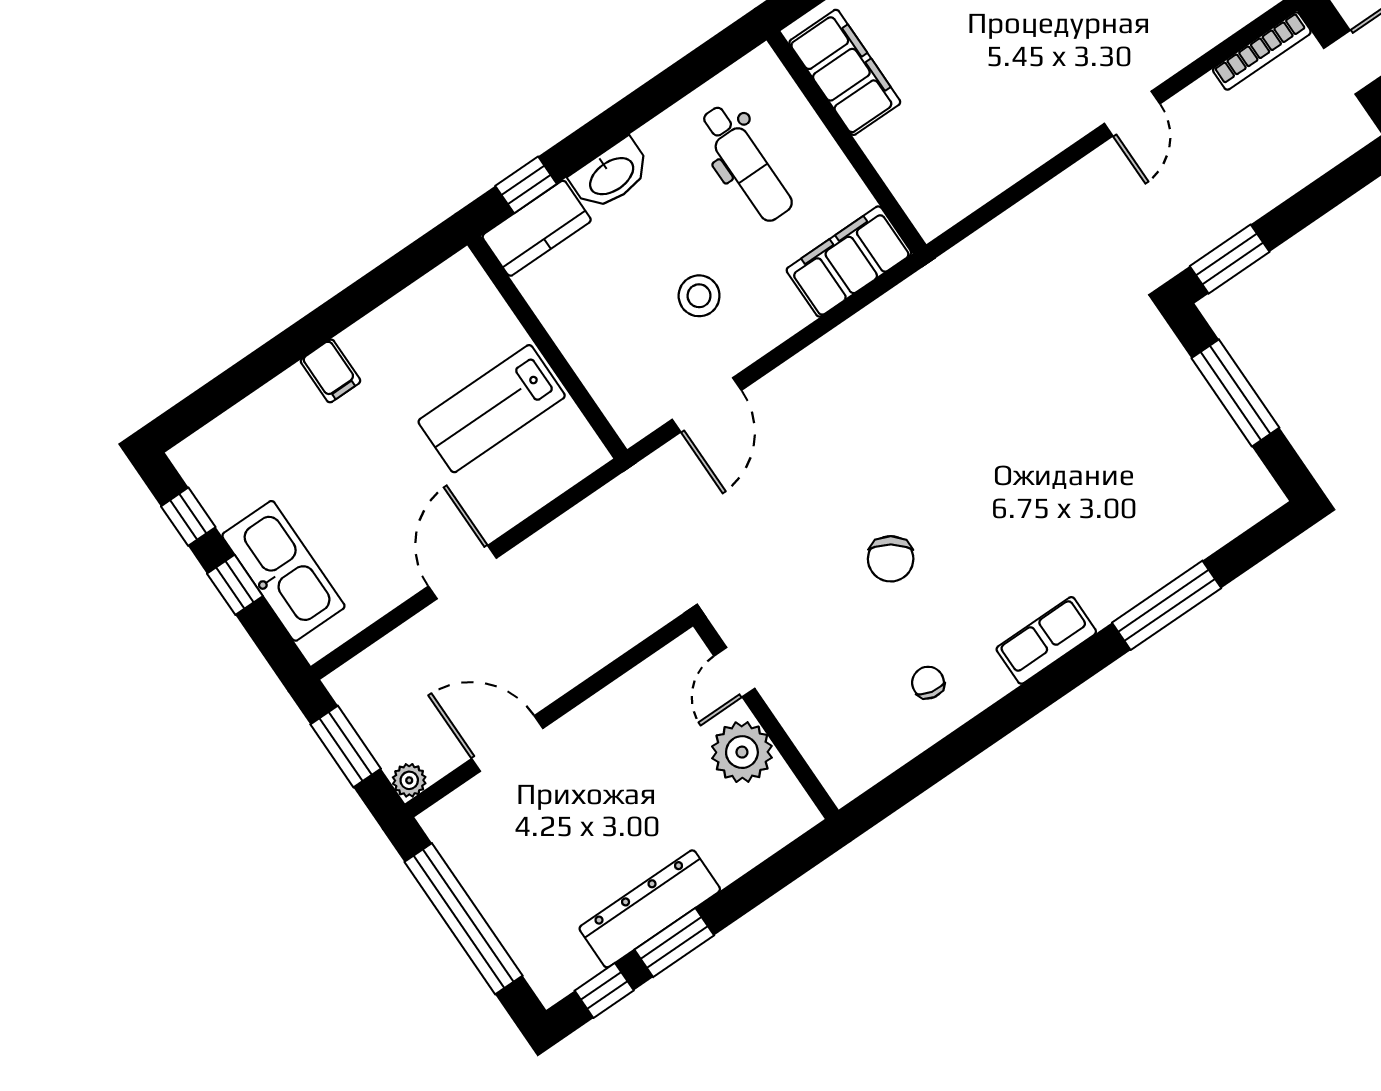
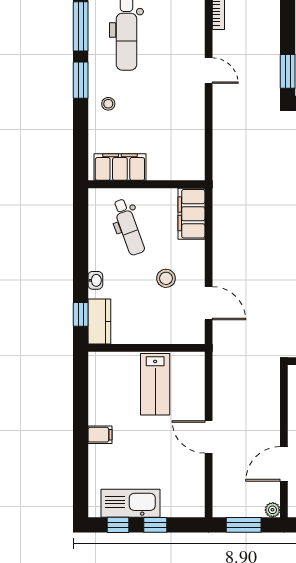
dental chair: (746, 163) -> (129, 227), turned 70
washbasin: (611, 175) -> (95, 280), width x0.52, depth x0.69
kitchen sink: (283, 571) -> (130, 503), moved

